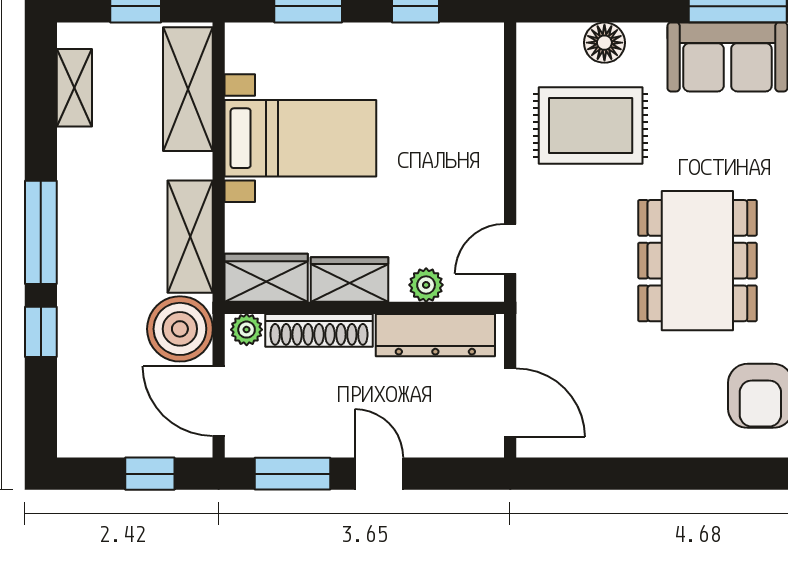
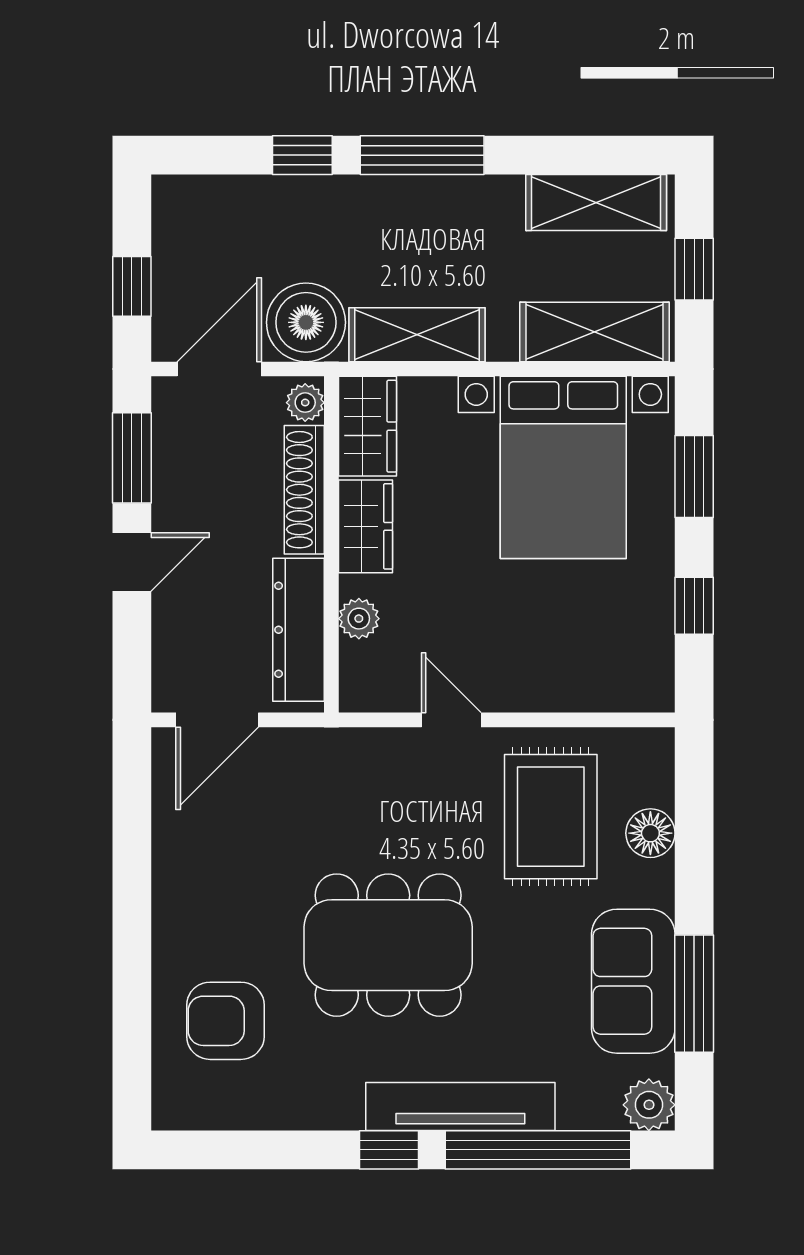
shelving: (74, 88) -> (596, 202), width x1.50, depth x1.33
bed with nightstands: (300, 138) -> (563, 467), width x1.36
door: (510, 249) -> (451, 720), moved

